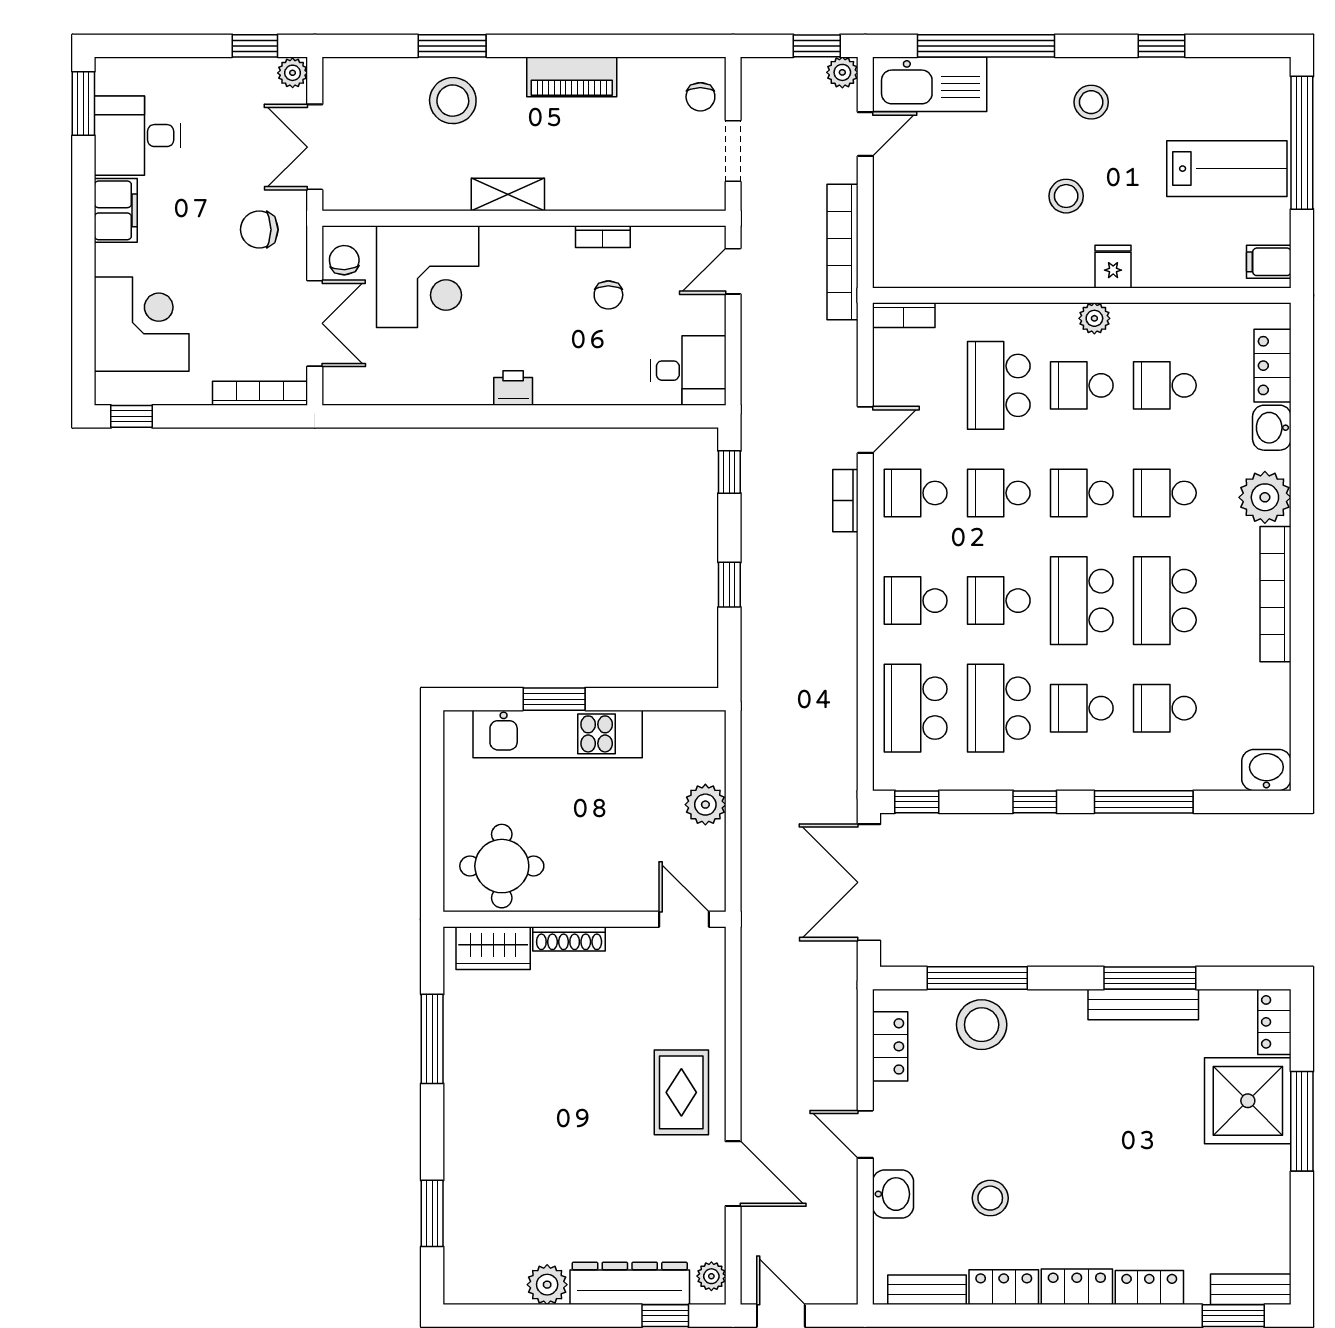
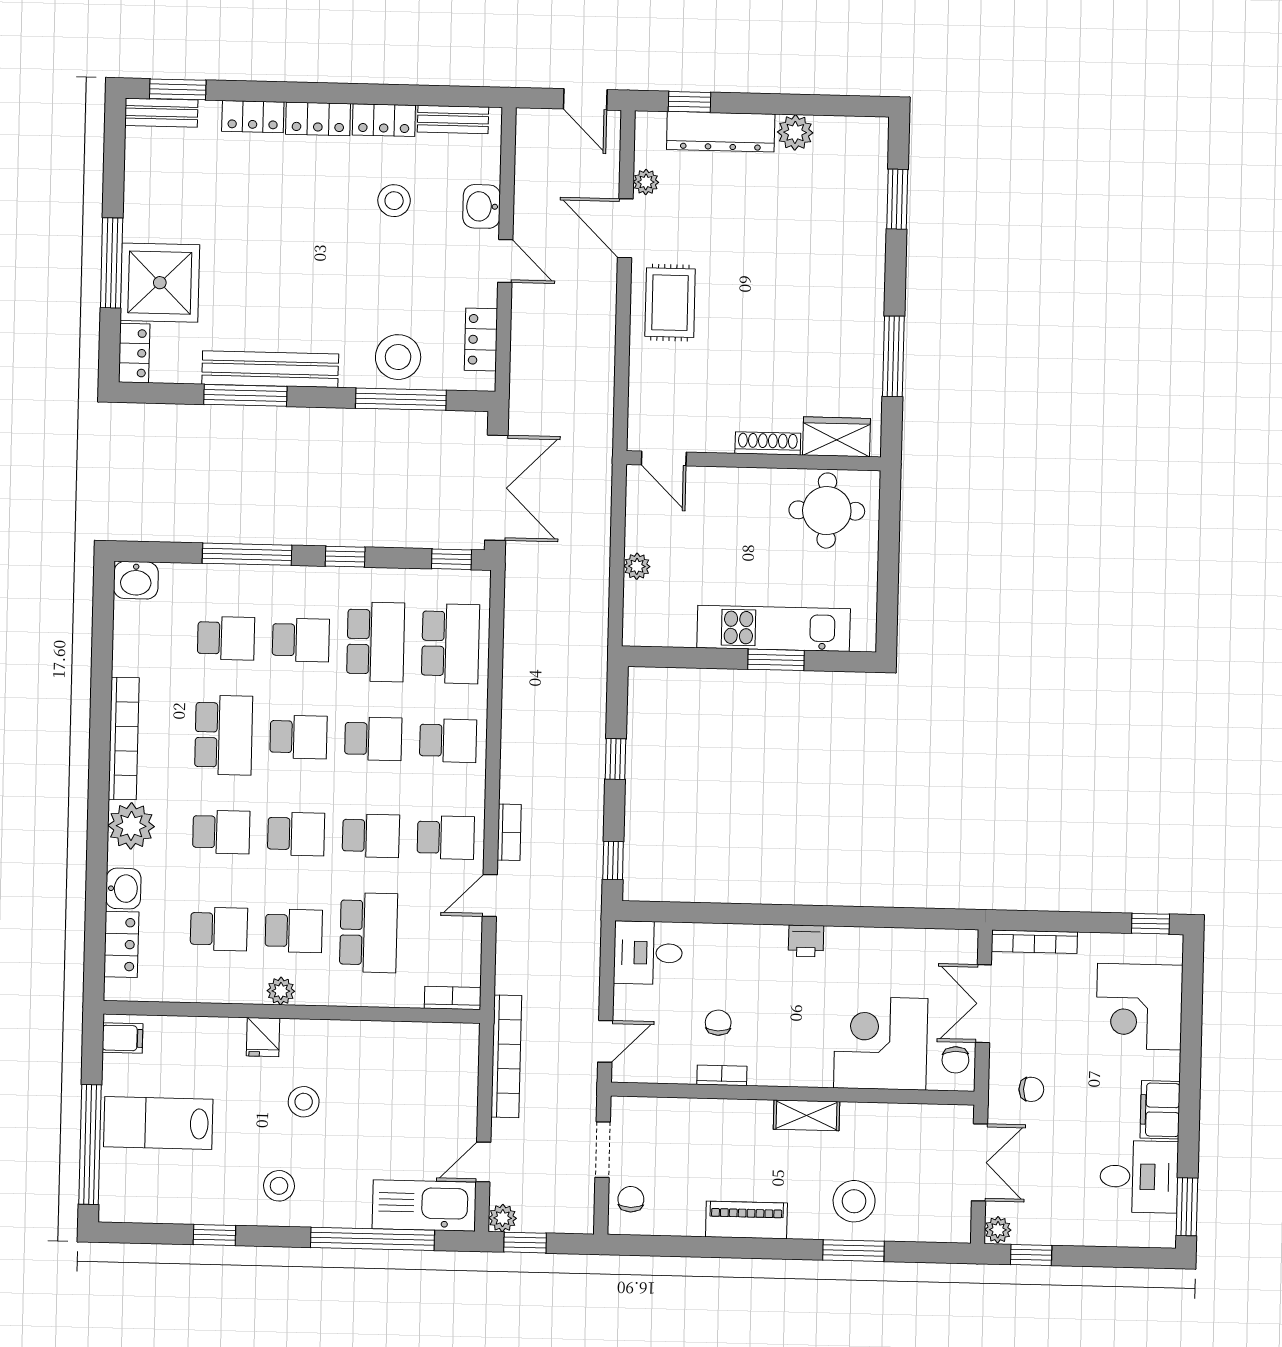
chair: (259, 230) -> (1031, 1089), width x0.73, depth x0.73
school desk: (1082, 601) -> (298, 737), width x0.54
plant: (705, 805) -> (637, 566), width x0.73, depth x0.73
bench: (1143, 1004) -> (270, 369), width x1.37, depth x1.21
plant: (711, 1276) -> (646, 182), moved

